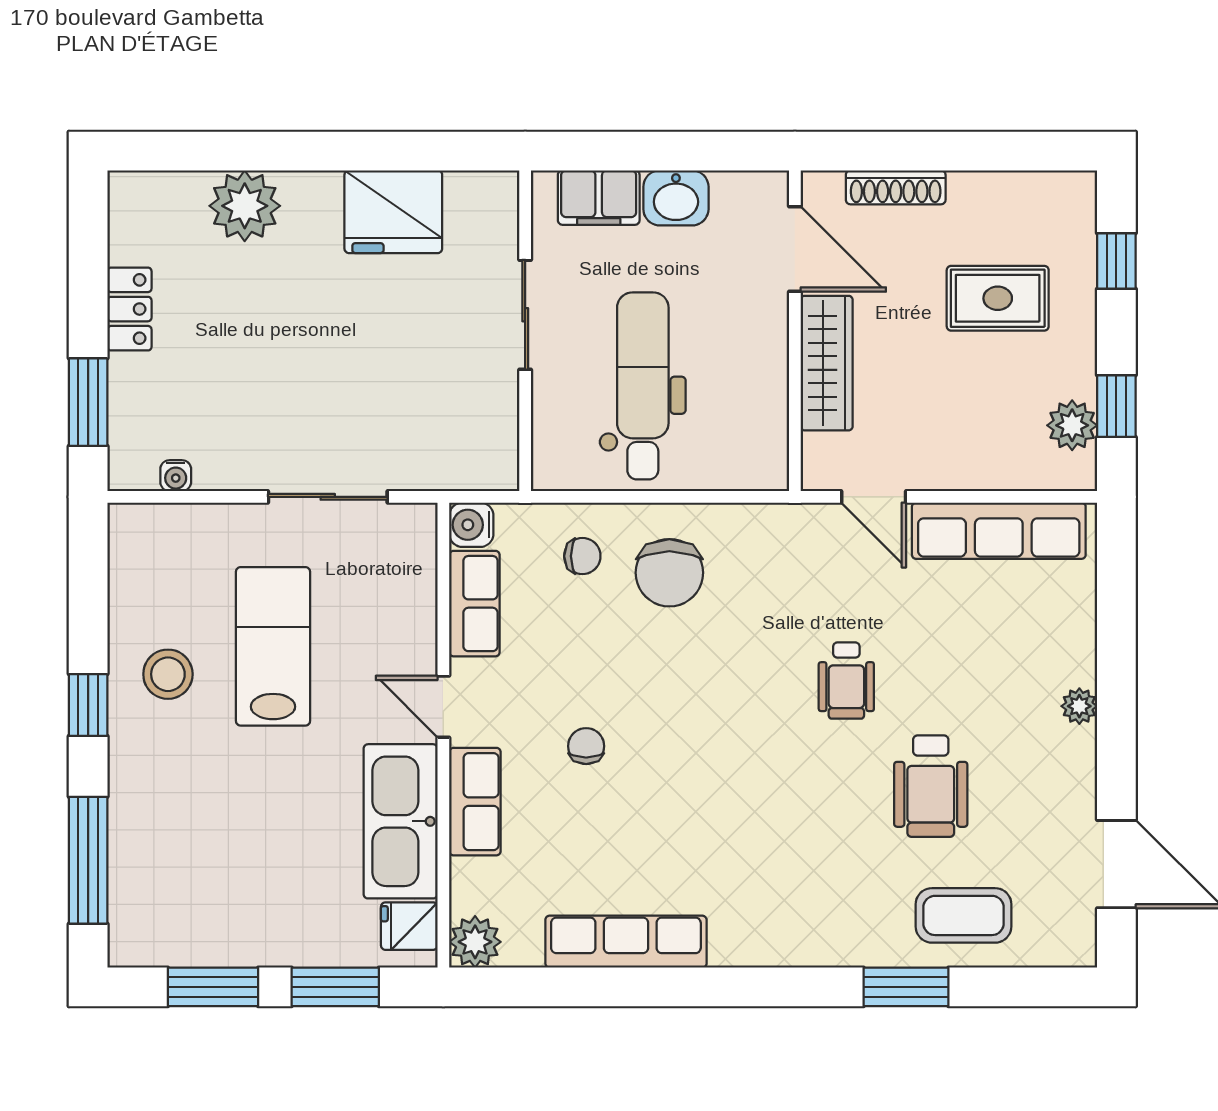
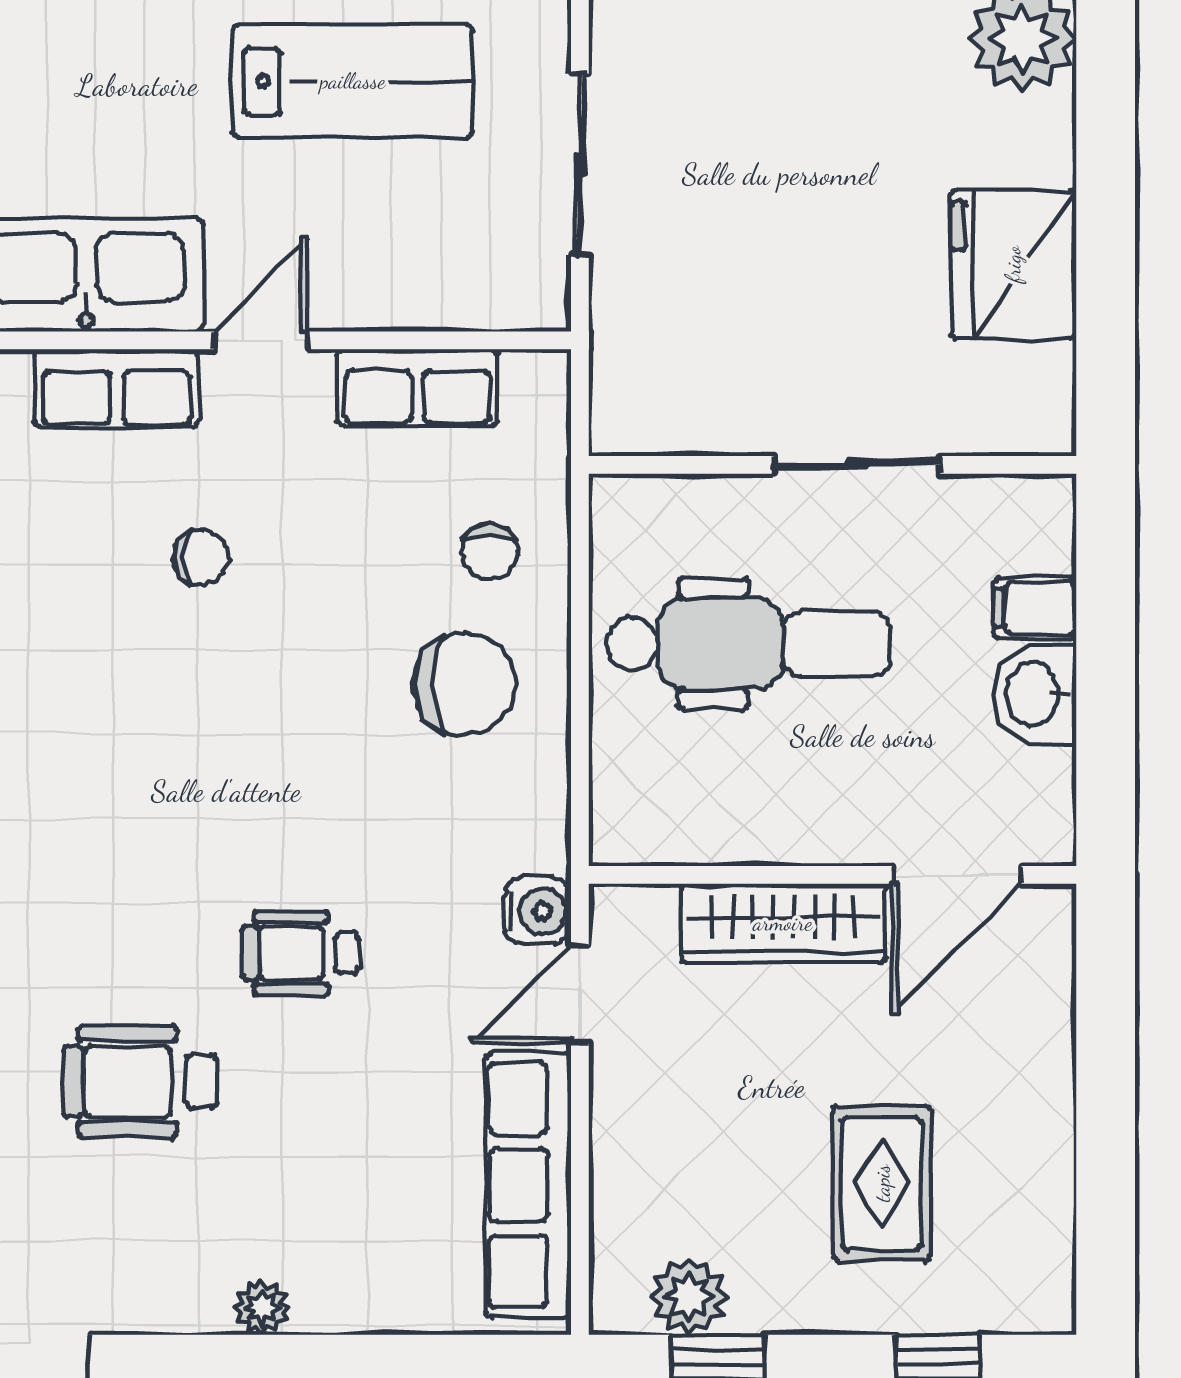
shoe rack: (896, 187) -> (1051, 1028), removed
filing cabinet: (599, 198) -> (1035, 608), width x0.50
water cooler: (471, 525) -> (537, 911), moved, turned 90
chair: (669, 573) -> (464, 684), turned 180

